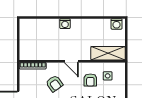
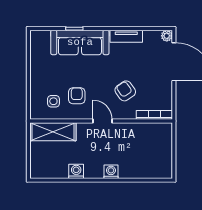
washing machine: (117, 24) -> (76, 171), moved

